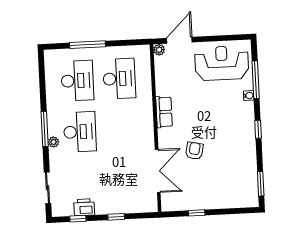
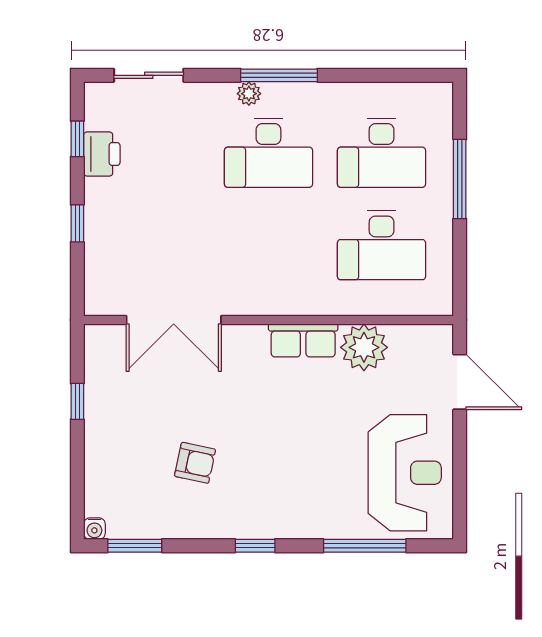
plant: (159, 50) -> (364, 347), moved, width x1.88, depth x1.88
water cooler: (249, 96) -> (94, 529), moved
armchair: (194, 151) -> (195, 463), moved

